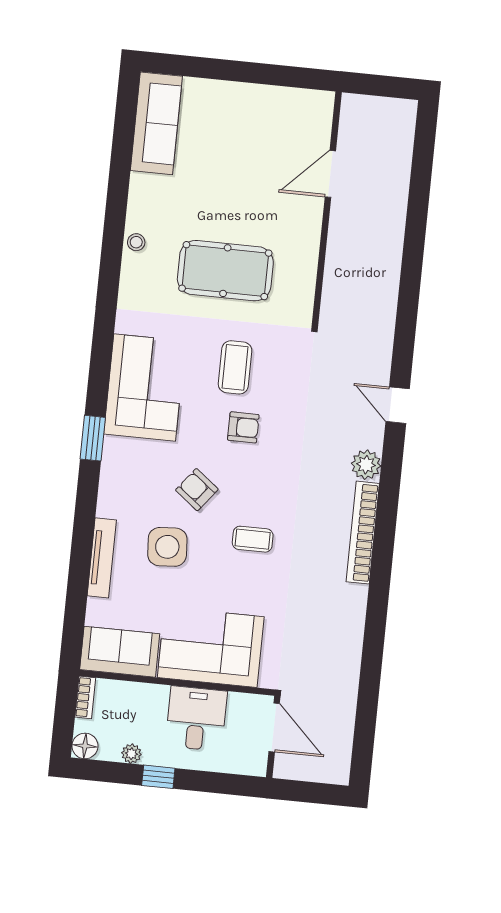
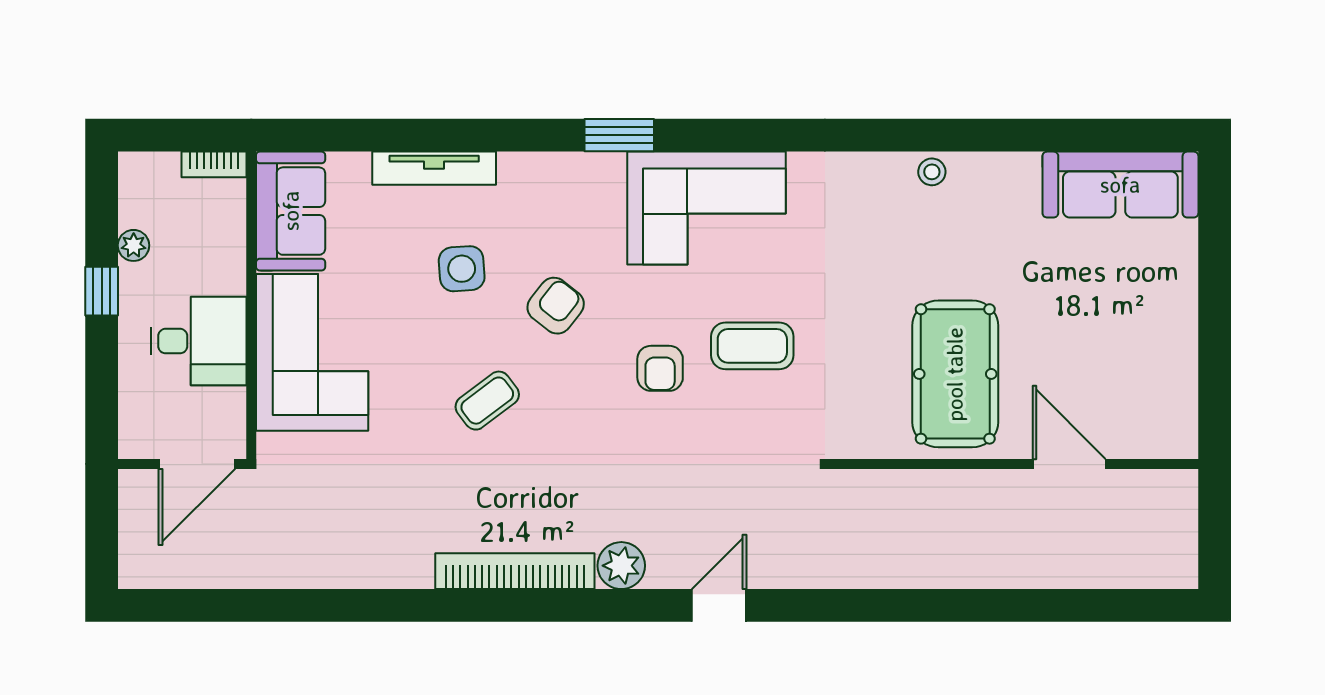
pool table: (225, 271) -> (955, 374), moved
coffee table: (253, 539) -> (487, 401), turned 53
side table: (167, 547) -> (462, 269), width x0.73, depth x0.73
floor lamp: (85, 746) -> (138, 172), removed

